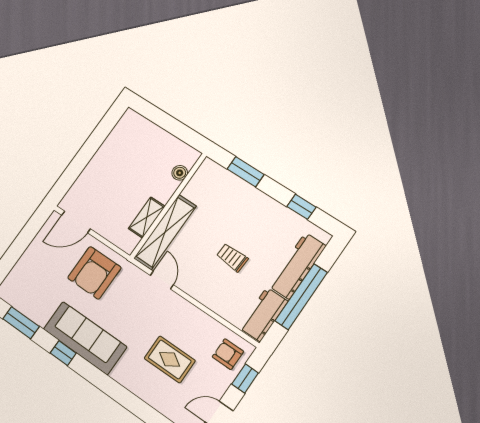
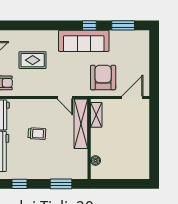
shelving: (147, 217) -> (96, 115), moved

